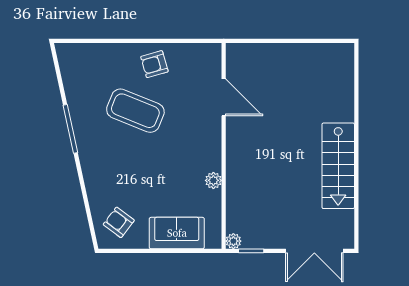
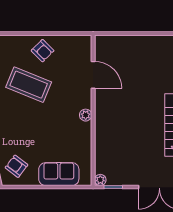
armchair: (154, 64) -> (43, 51), turned -119
plant: (213, 180) -> (86, 115), moved

